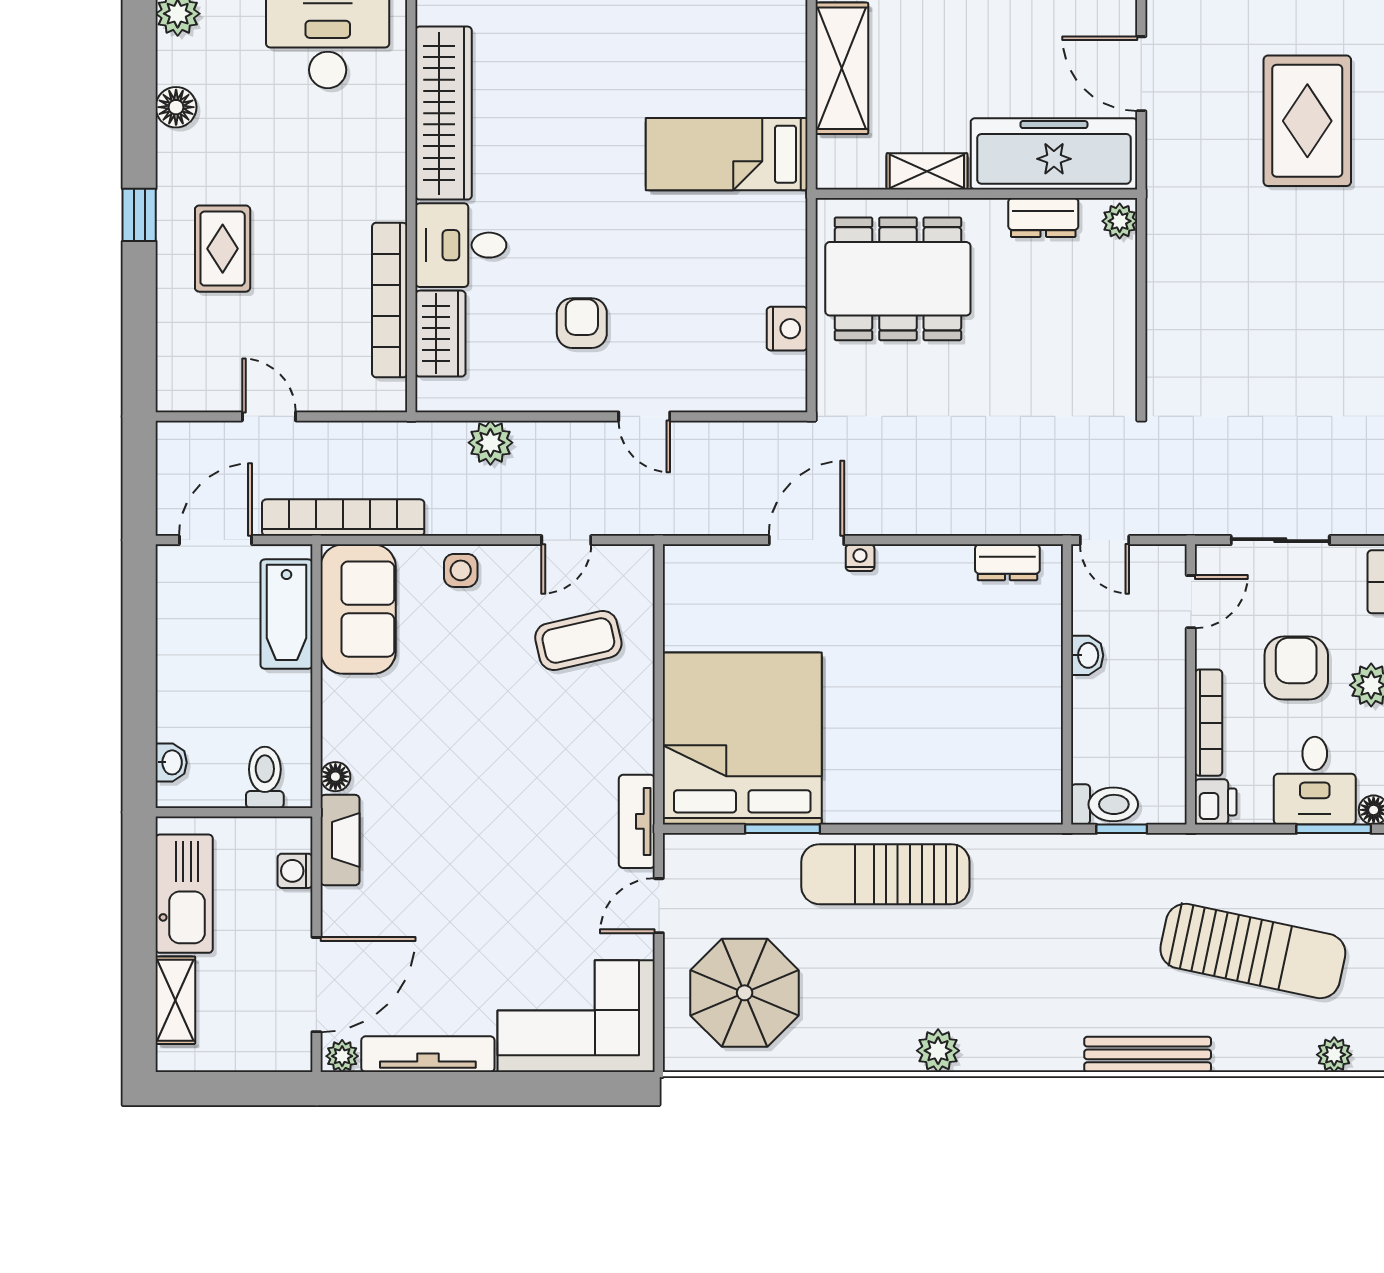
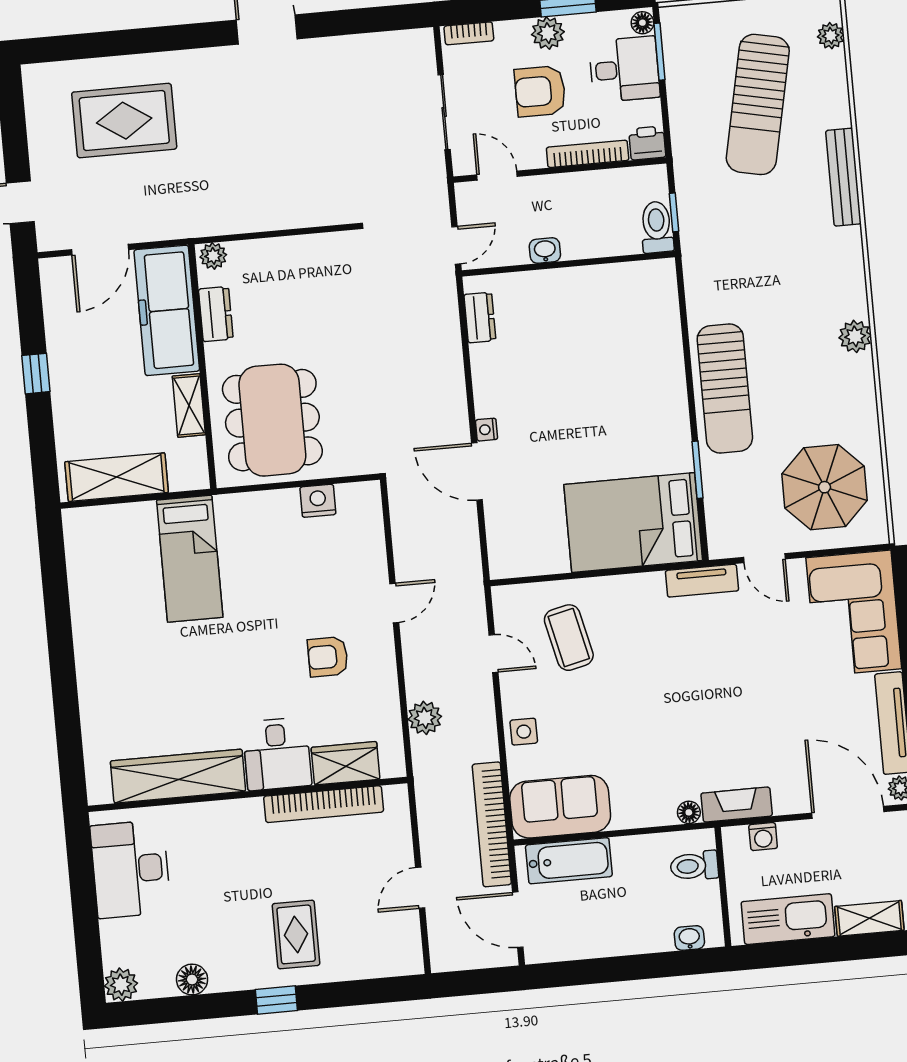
rug: (223, 249) -> (296, 934), turned 90
bed: (742, 738) -> (633, 522), width x0.73
sun lounger: (1253, 951) -> (758, 104), turned 180

